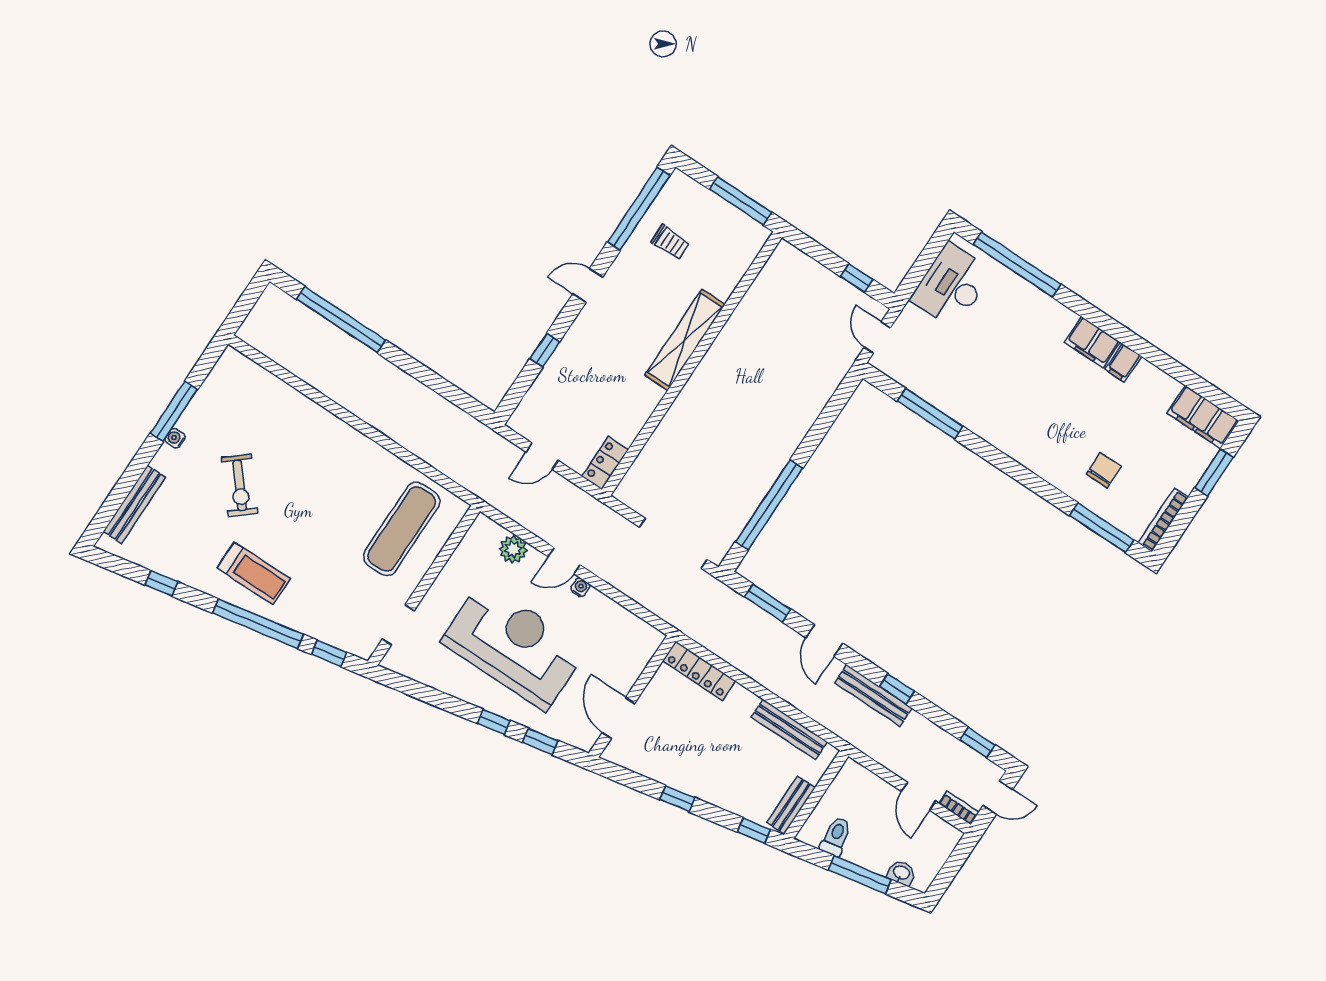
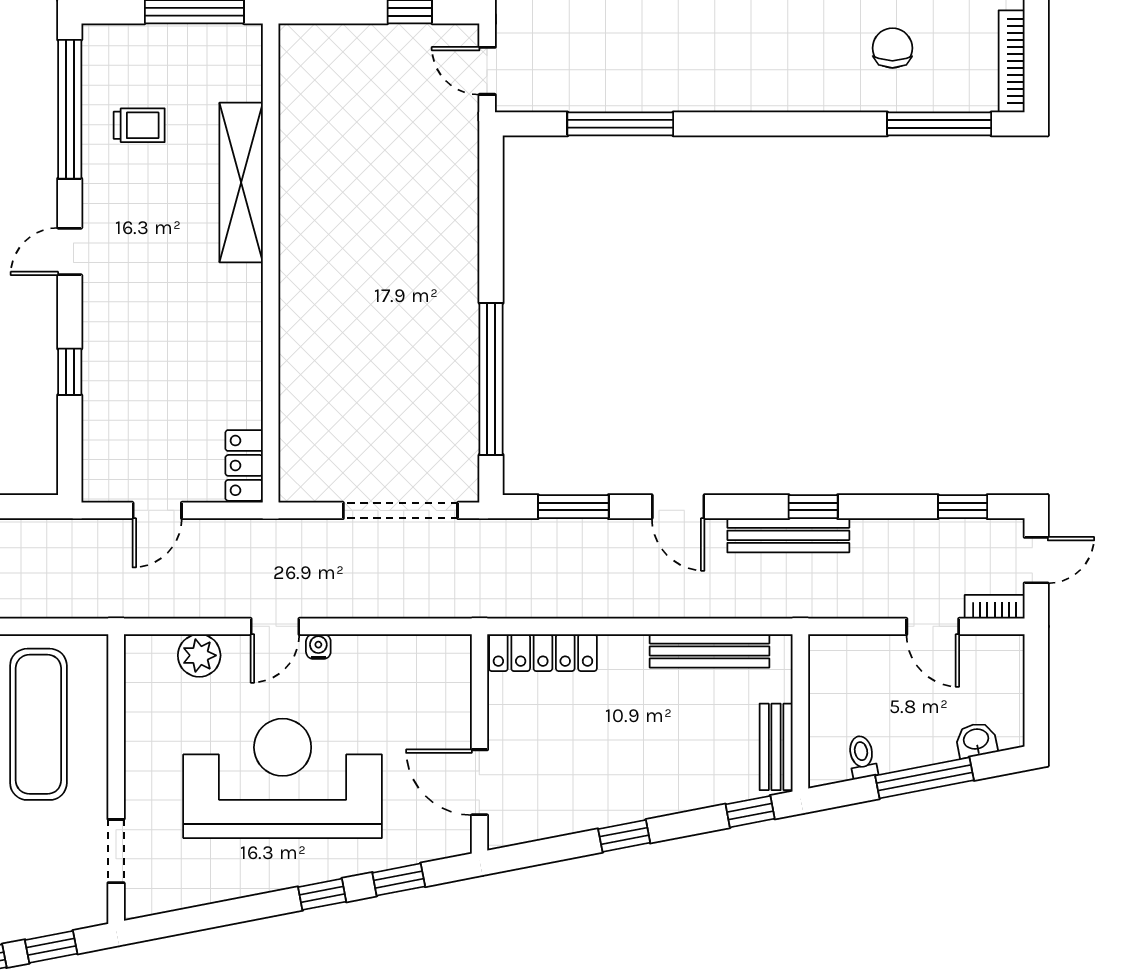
shelving: (685, 340) -> (241, 182), moved
toilet: (836, 836) -> (862, 757), width x0.73, depth x0.72

